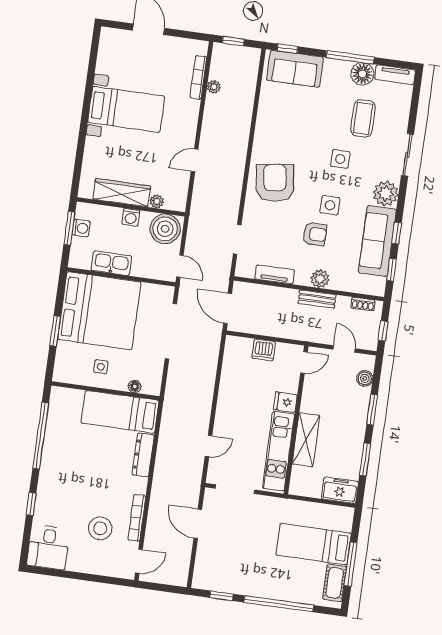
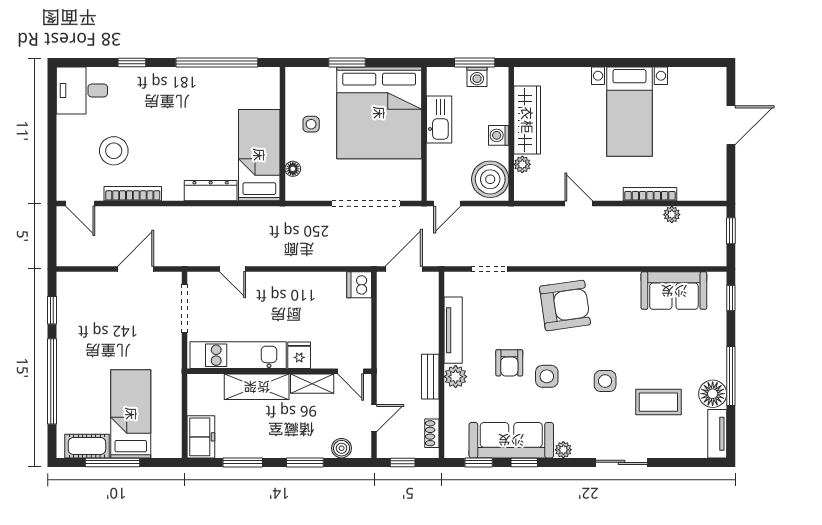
sofa: (295, 69) -> (674, 291), moved, turned -90
bookcase: (198, 77) -> (650, 194), moved
plant: (386, 194) -> (563, 450), width x0.53, depth x0.53
tv unit: (275, 274) -> (453, 330), width x1.41
dishwasher: (264, 350) -> (359, 285), moved
shelving: (310, 395) -> (312, 384), added

